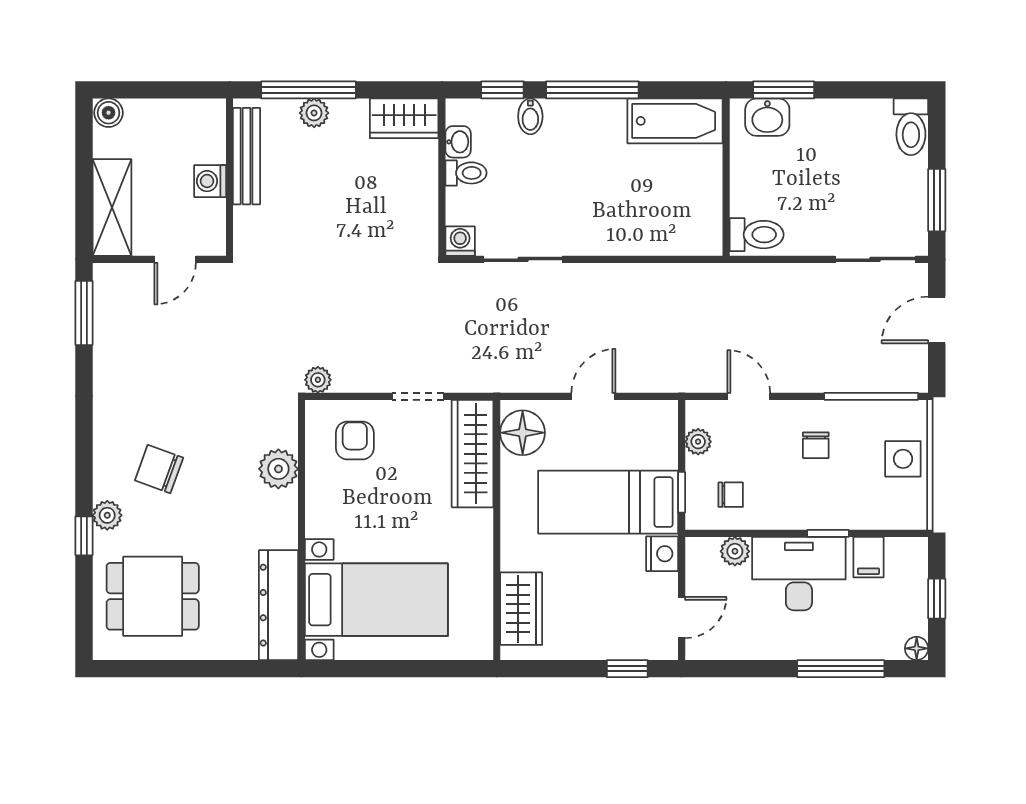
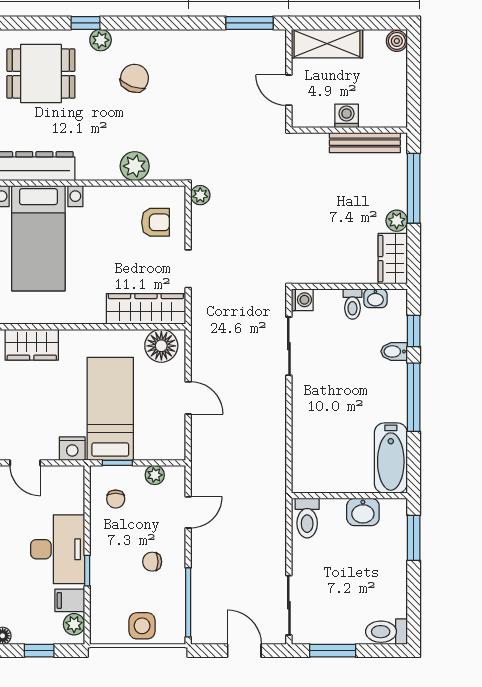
plant: (314, 113) -> (397, 221), moved
washbasin: (767, 117) -> (363, 512), moved, turned -90
plant: (735, 551) -> (74, 624), moved
dining table: (153, 596) -> (41, 73), turned 90

